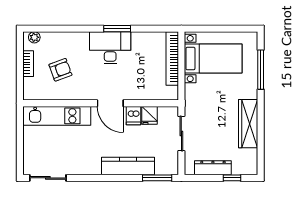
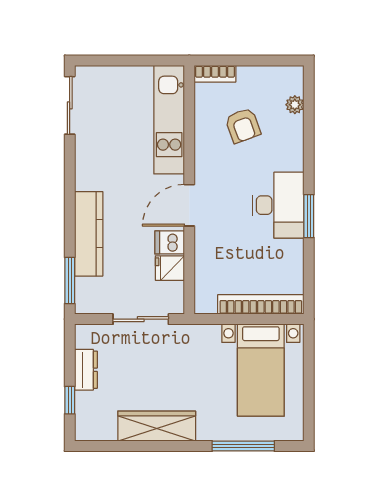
plant: (34, 37) -> (295, 105), moved
bookcase: (28, 64) -> (215, 74), moved
dresser: (213, 168) -> (86, 370), width x0.70

